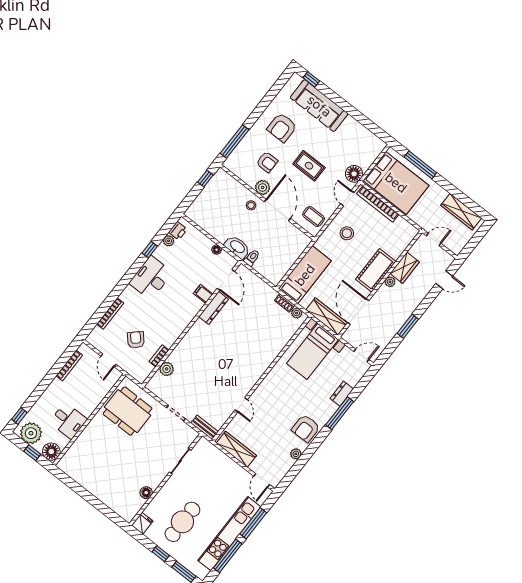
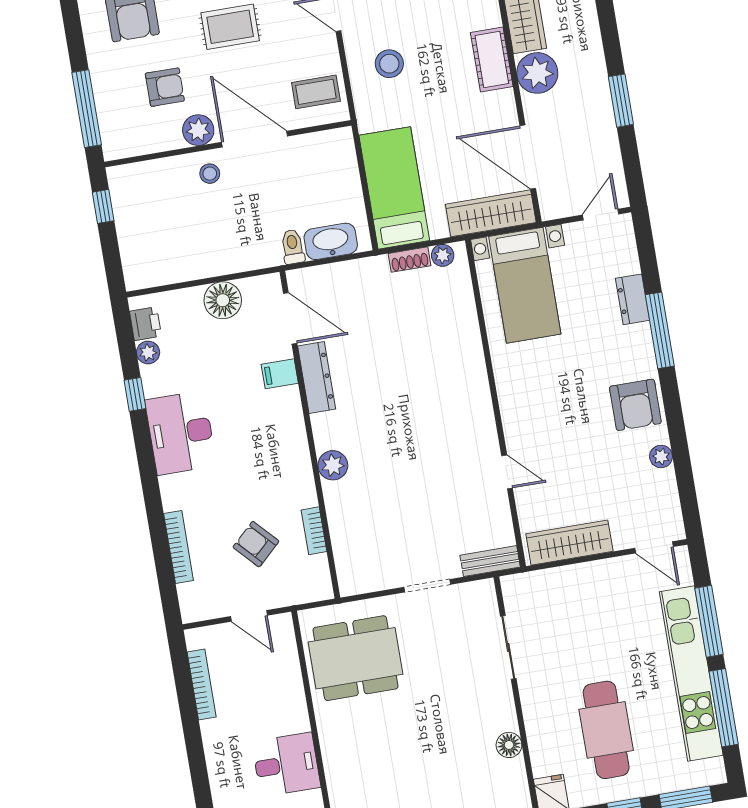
washbasin: (237, 247) -> (331, 241), moved
floor lamp: (217, 250) -> (223, 300), width x1.89, depth x1.89
cot: (376, 270) -> (492, 59), width x0.73, depth x0.75
plant: (390, 282) -> (537, 73), width x1.88, depth x1.88
plant: (167, 369) -> (333, 465), moved

